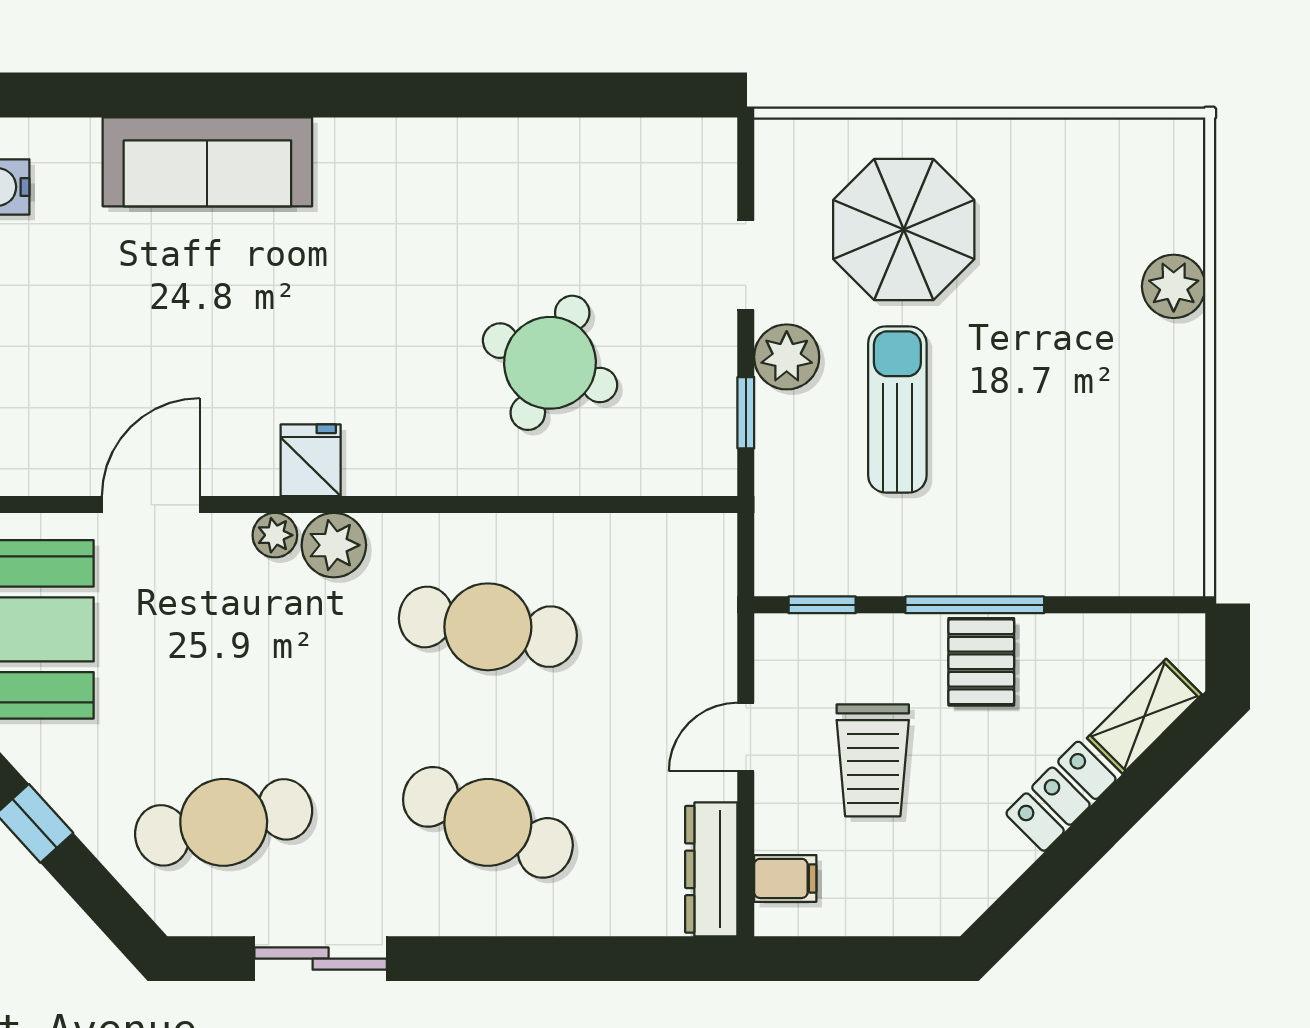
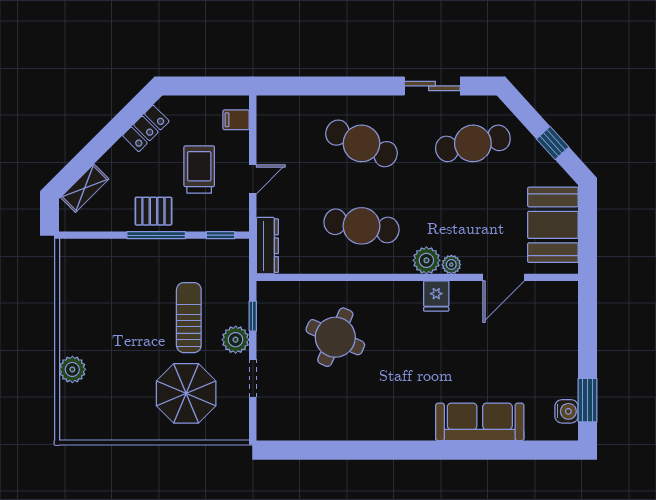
sun lounger: (897, 409) -> (189, 318), turned 180
pallet: (981, 662) -> (153, 211), turned 90
locker: (1061, 796) -> (146, 128), moved
dresser: (711, 869) -> (267, 246), moved

